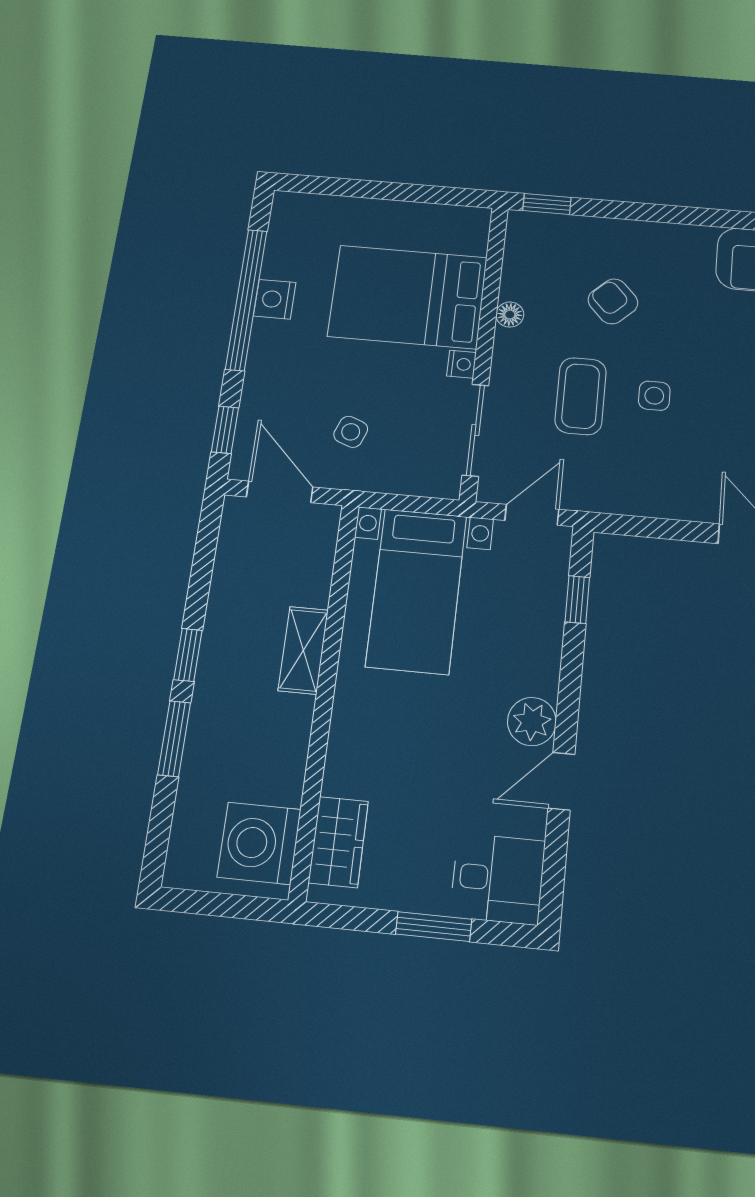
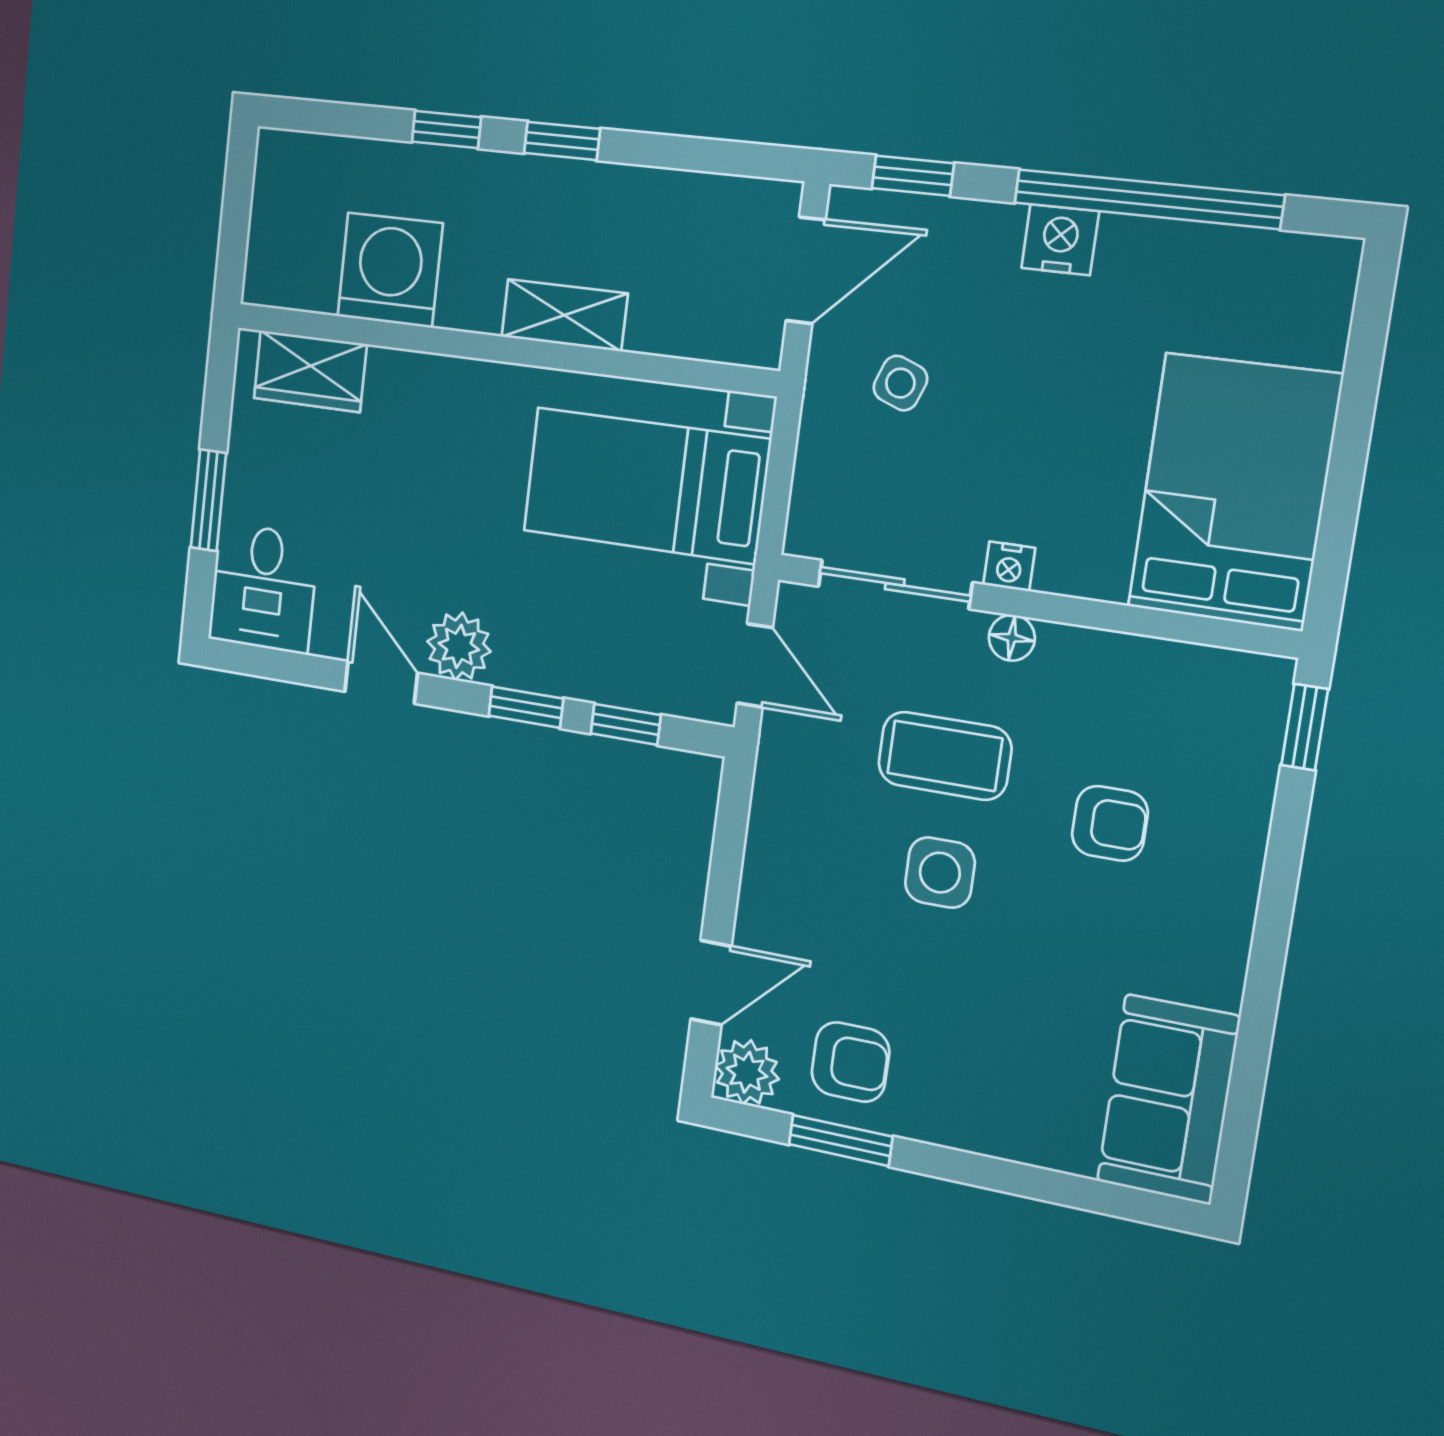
bed: (408, 297) -> (1234, 492), moved
nightstand: (275, 299) -> (1060, 240), moved
armchair: (613, 301) -> (1110, 823), turned 43
floor lamp: (510, 315) -> (1012, 638), moved
side table: (654, 396) -> (940, 873), width x1.37, depth x1.37
window: (571, 671) -> (526, 707), added
window: (174, 739) -> (446, 129), width x0.67
washing machine: (259, 843) -> (390, 270), moved

